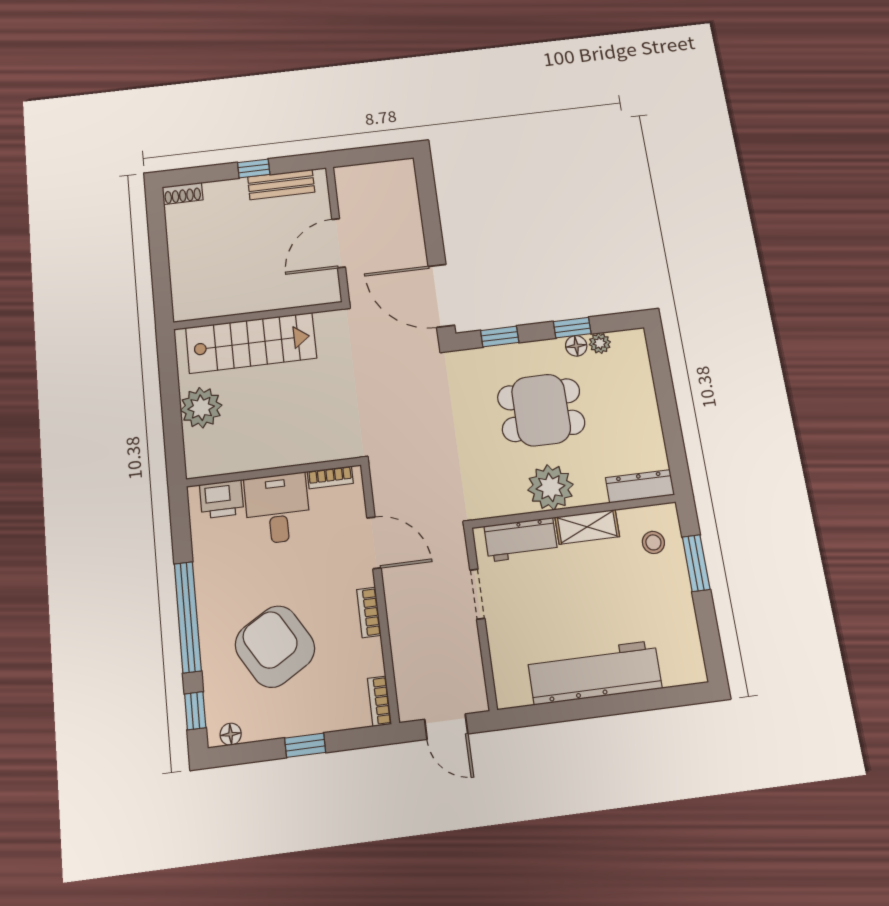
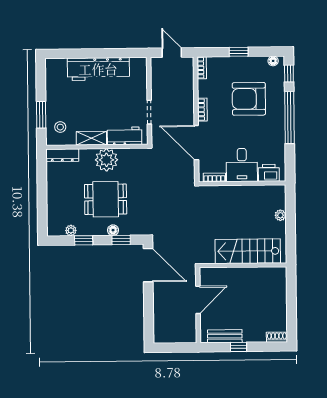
floor lamp: (576, 346) -> (113, 230), moved
plant: (201, 408) -> (280, 215), width x0.53, depth x0.53
door: (374, 543) -> (196, 143), width x1.36
armchair: (275, 646) -> (249, 99), turned 121

